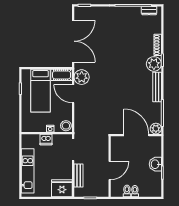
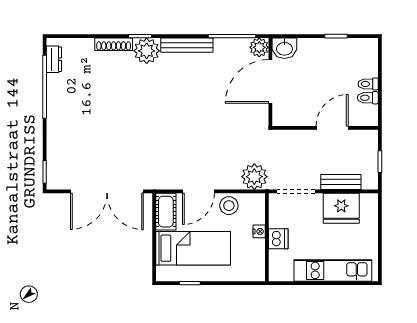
double door: (73, 41) -> (107, 191), swing flipped
plant: (82, 77) -> (254, 177), moved
stool: (66, 126) -> (229, 206), moved
washbasin: (155, 164) -> (284, 48), moved
door: (110, 170) -> (332, 128), hinge flipped
fridge: (62, 188) -> (341, 208), moved, turned -90

